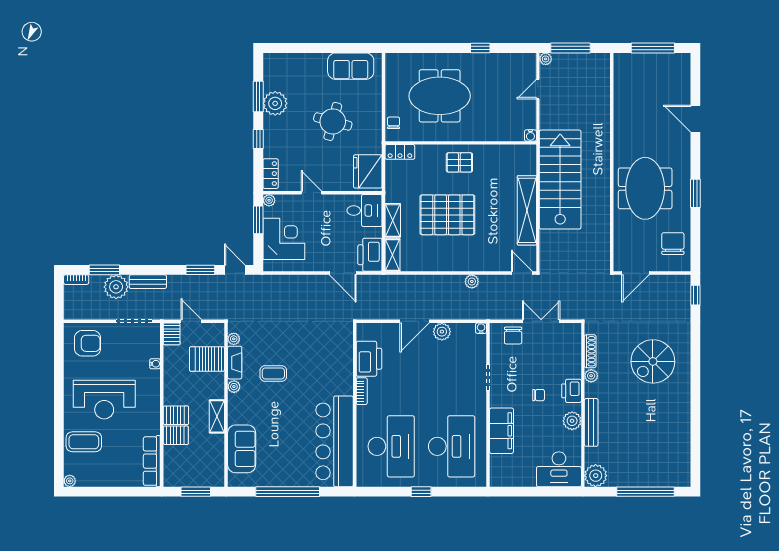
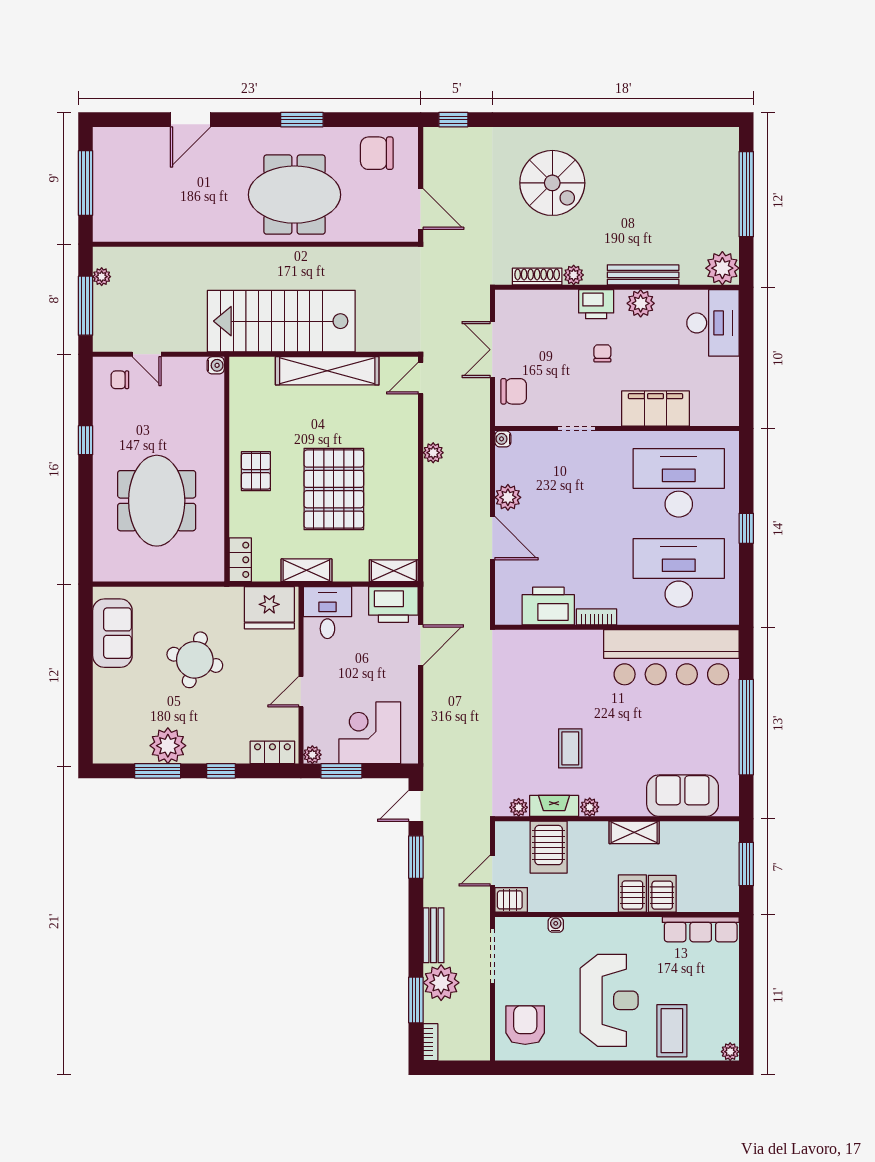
plant: (546, 59) -> (102, 277), moved
chair: (394, 123) -> (120, 380), moved
shelving: (393, 220) -> (306, 570), moved

